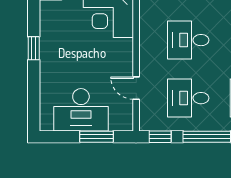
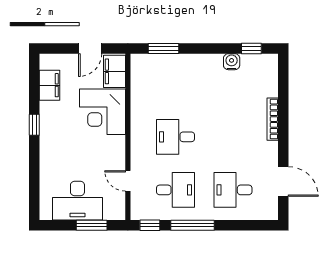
window: (34, 48) -> (34, 125), moved
desk: (188, 98) -> (175, 190), turned 180

